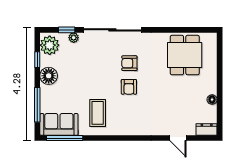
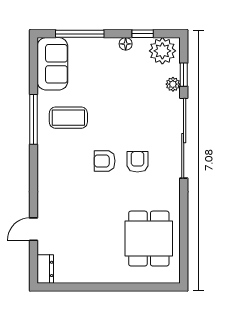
dining table: (185, 55) -> (149, 239), turned 90
floor lamp: (49, 76) -> (126, 44), width x0.53, depth x0.53
floor lamp: (212, 100) -> (87, 276), removed
window: (65, 138) -> (34, 119), moved

